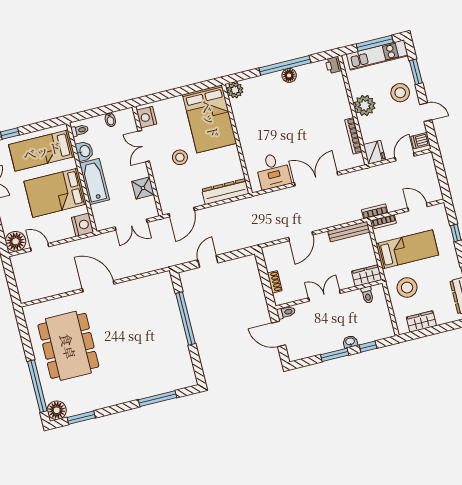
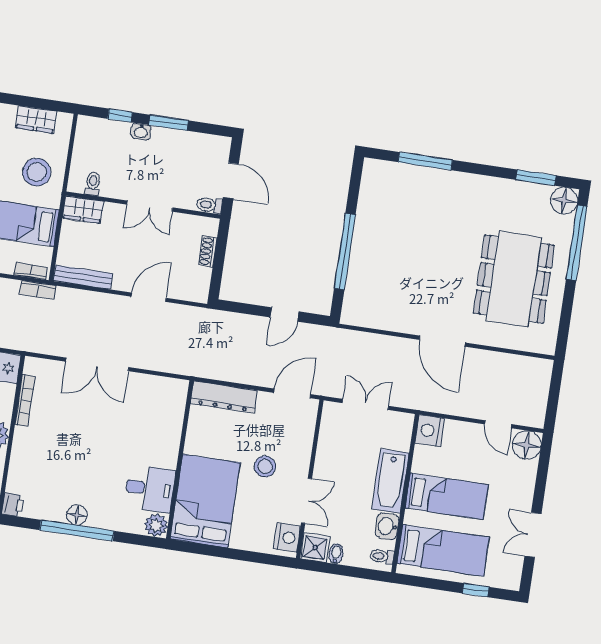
desk: (273, 171) -> (150, 489), moved, turned 90
shower: (143, 188) -> (315, 548), moved
bed: (55, 193) -> (447, 496), width x0.67

